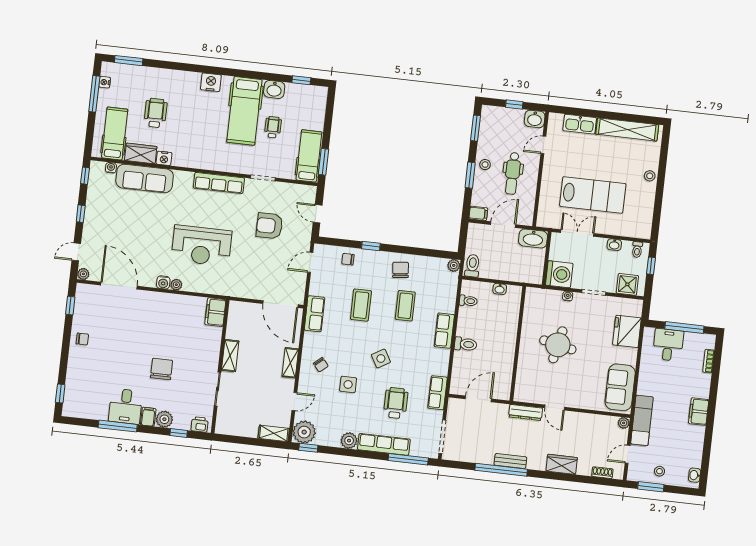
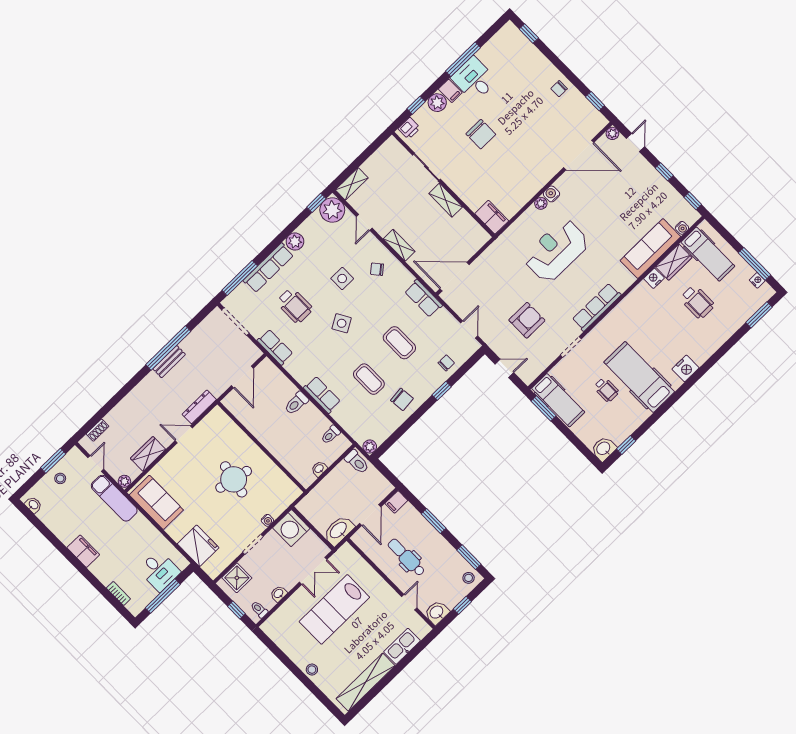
washbasin: (274, 89) -> (604, 449), moved
stool: (485, 165) -> (469, 578), moved
wardrobe: (562, 464) -> (148, 454), moved, turned 180

